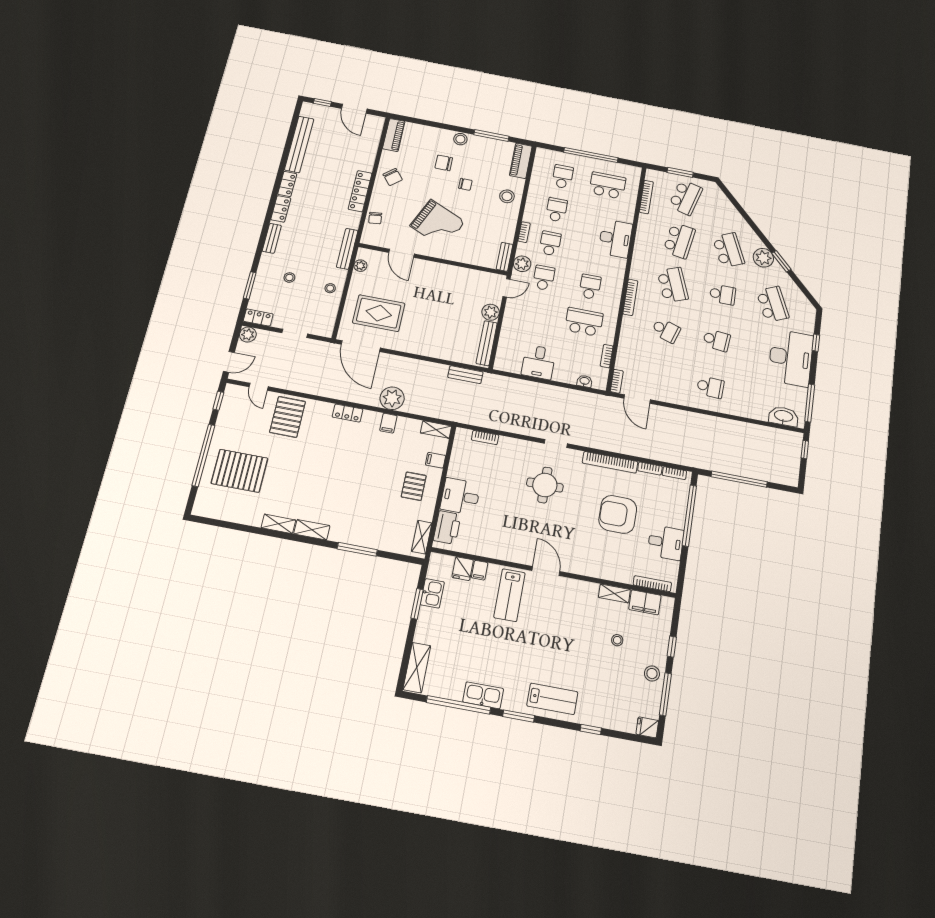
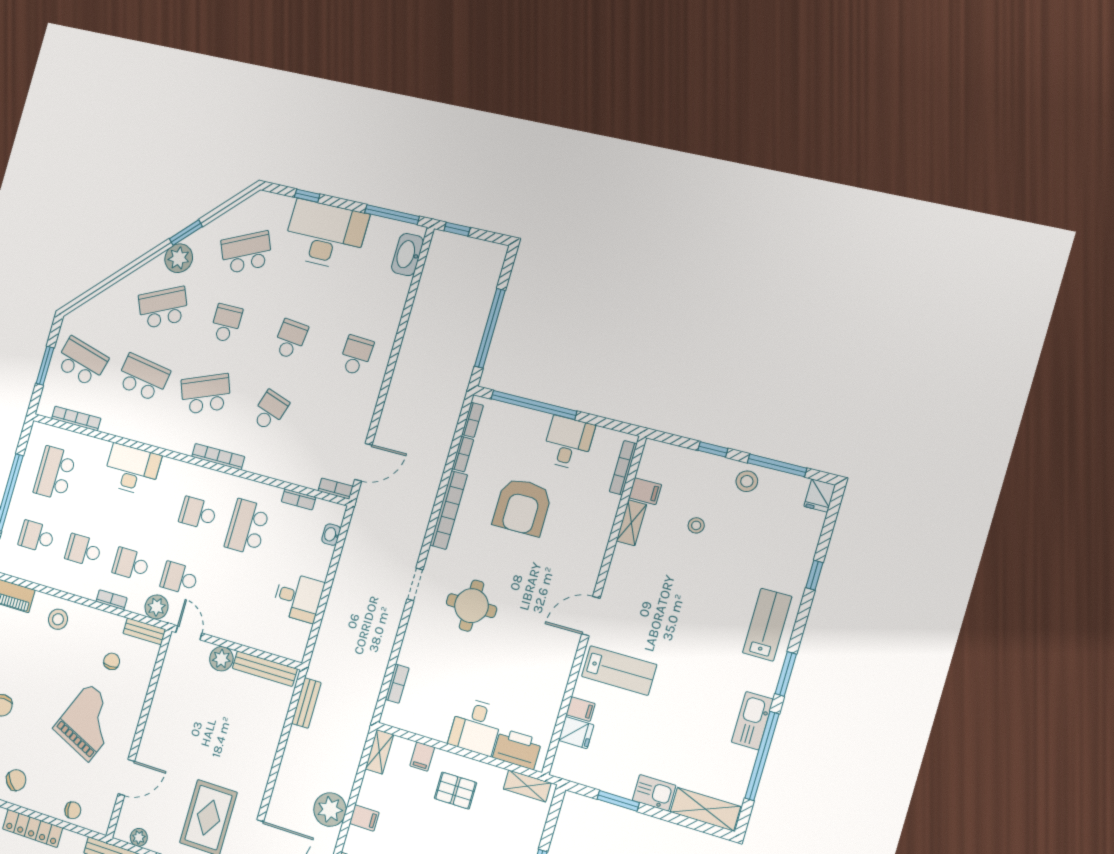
chair: (465, 184) -> (112, 661), moved
kitchen sink: (432, 593) -> (654, 793), moved
filing cabinet: (645, 602) -> (645, 491), width x0.50

